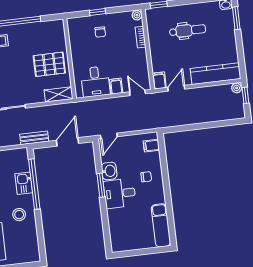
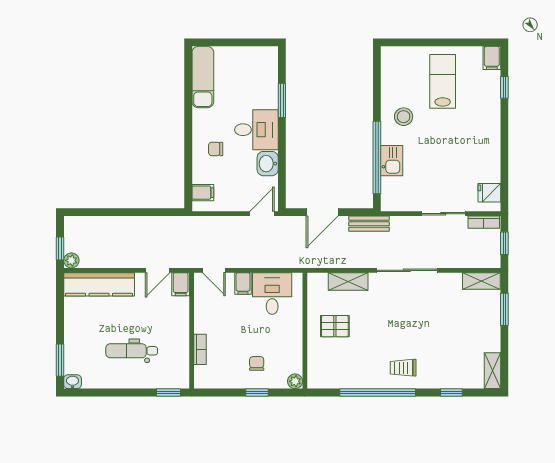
plant: (137, 15) -> (295, 381), moved
pallet: (49, 64) -> (335, 326), width x0.67, depth x0.71
shelving: (59, 94) -> (348, 281), moved
window: (101, 185) -> (282, 100), moved

